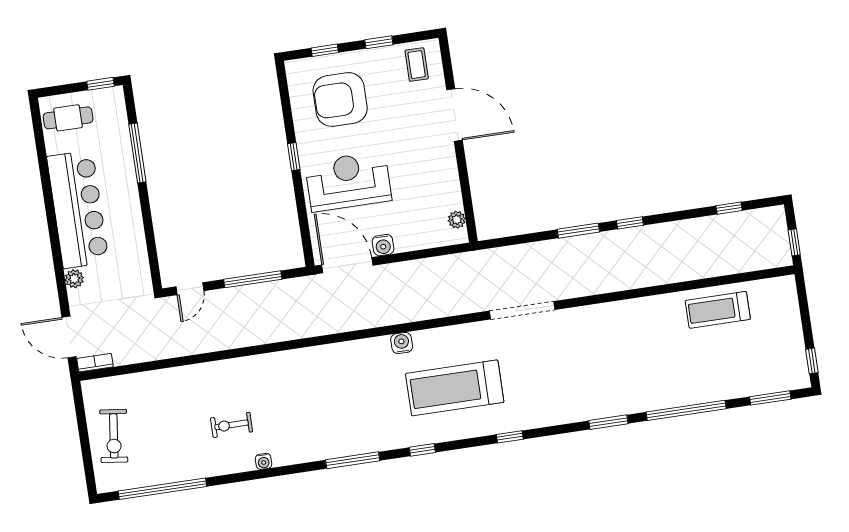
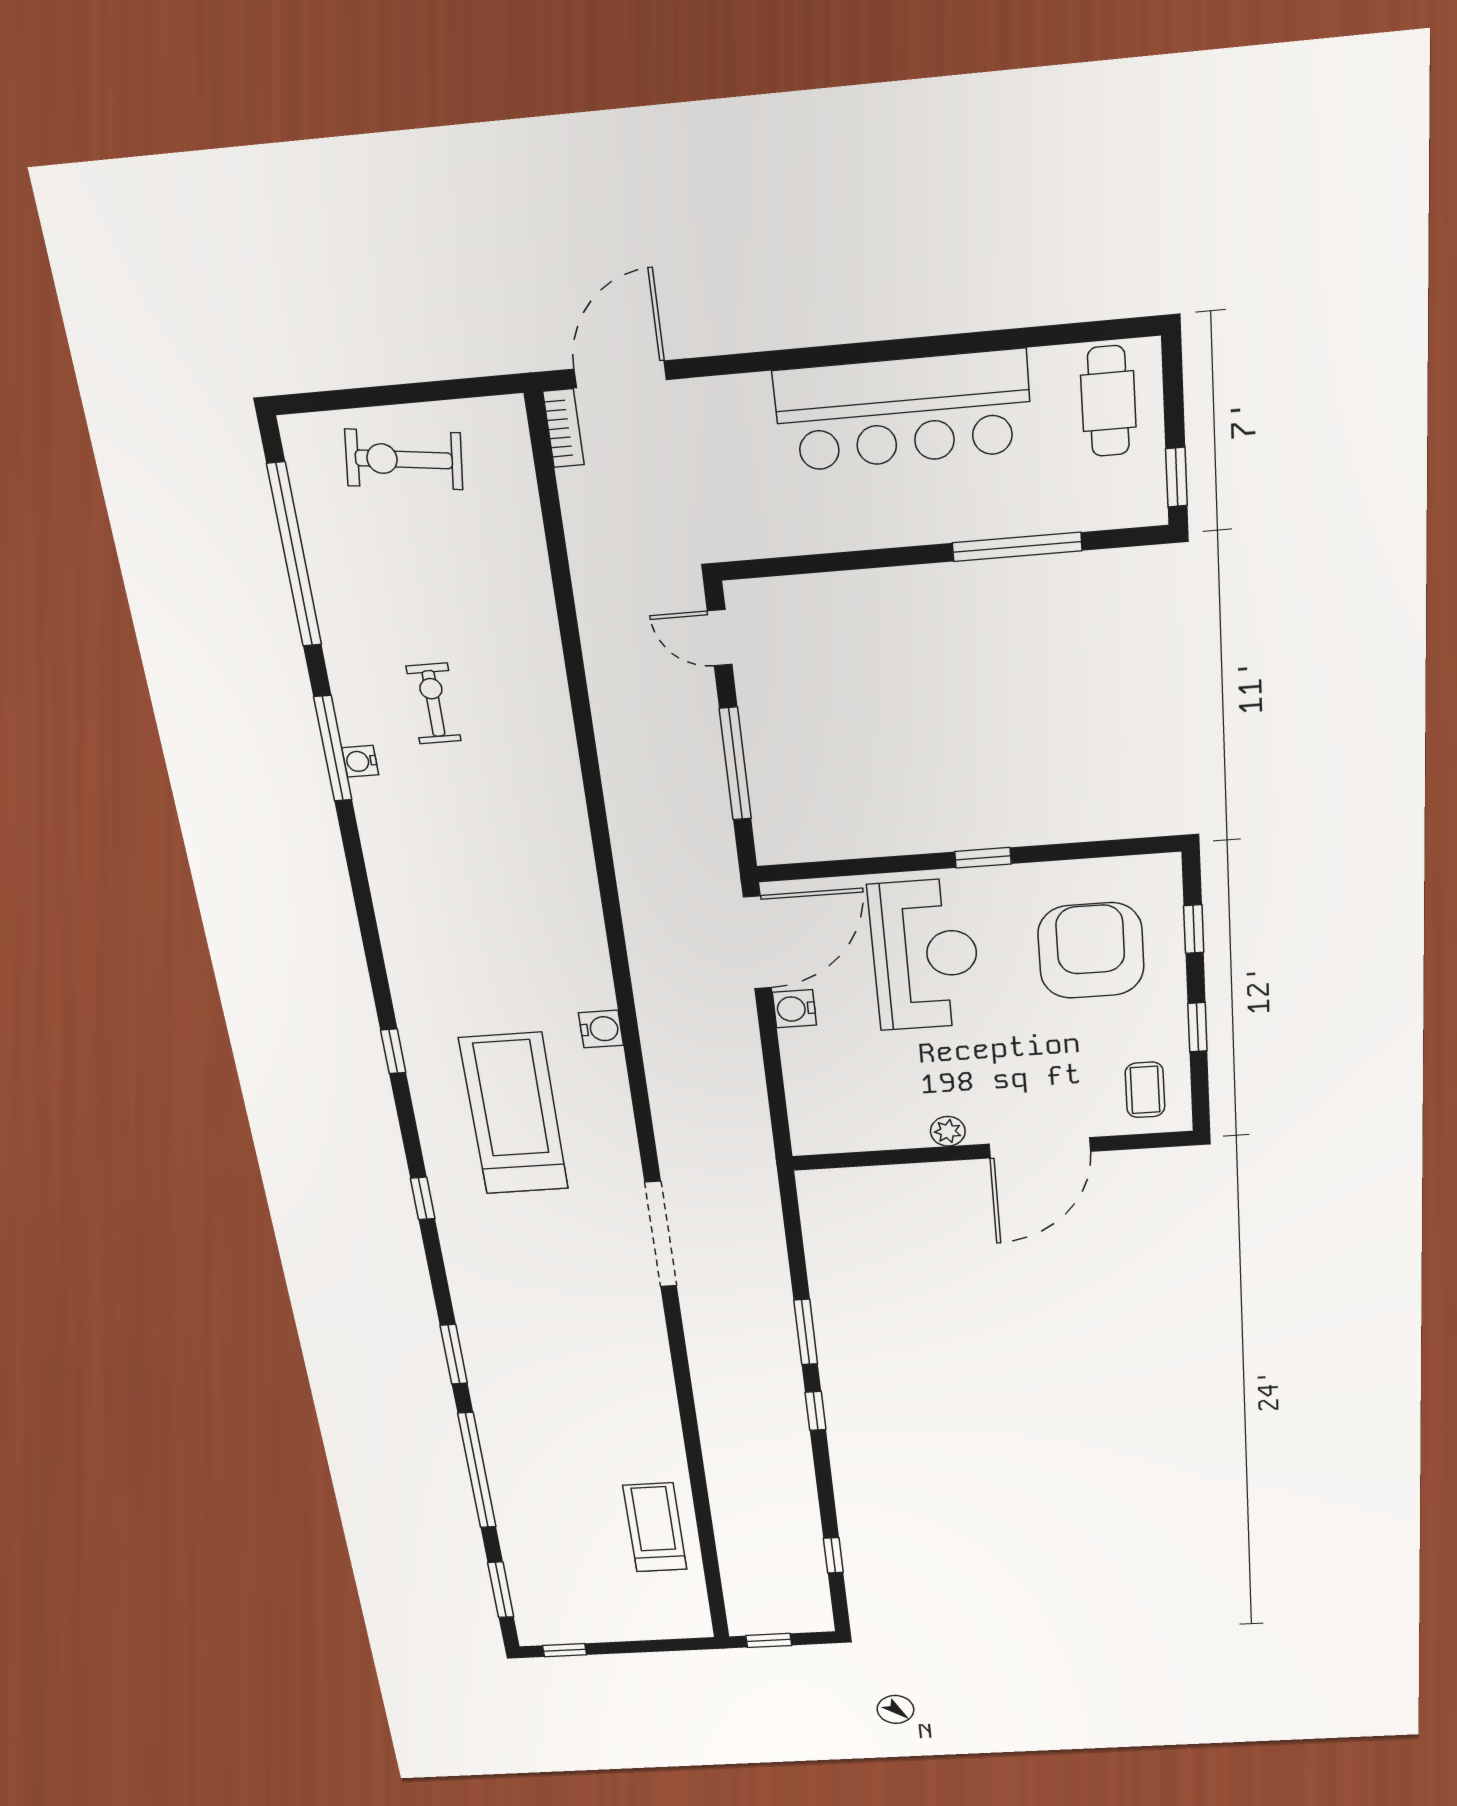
coffee table: (417, 65) -> (1145, 1090), turned 90
plant: (457, 220) -> (948, 1131), moved
plant: (74, 279) -> (749, 394), removed
window: (353, 460) -> (333, 749), moved

